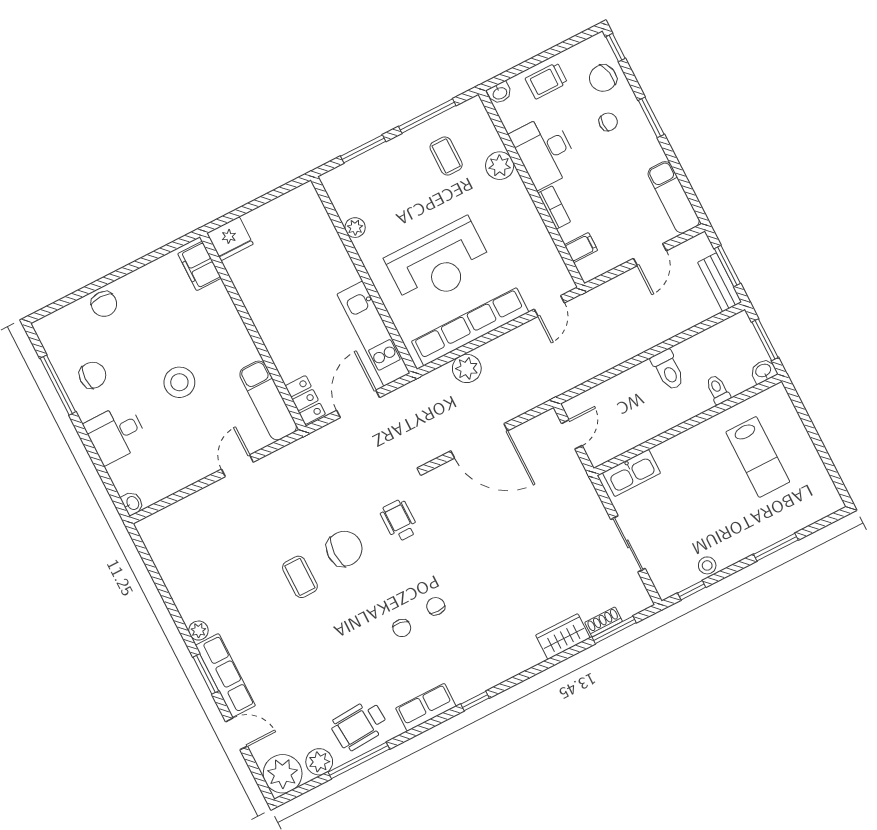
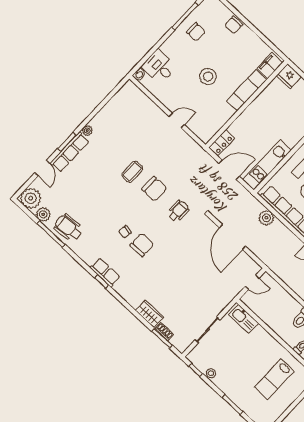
exam couch: (268, 400) -> (247, 90), moved
desk: (116, 434) -> (159, 67), moved
chair: (436, 606) -> (142, 245), width x1.87, depth x1.87
row of seats: (426, 707) -> (105, 272), moved

